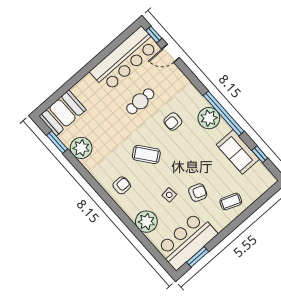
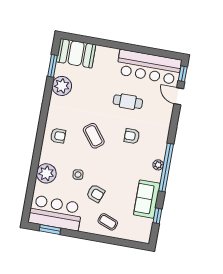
plant: (209, 118) -> (158, 165), width x0.53, depth x0.53

